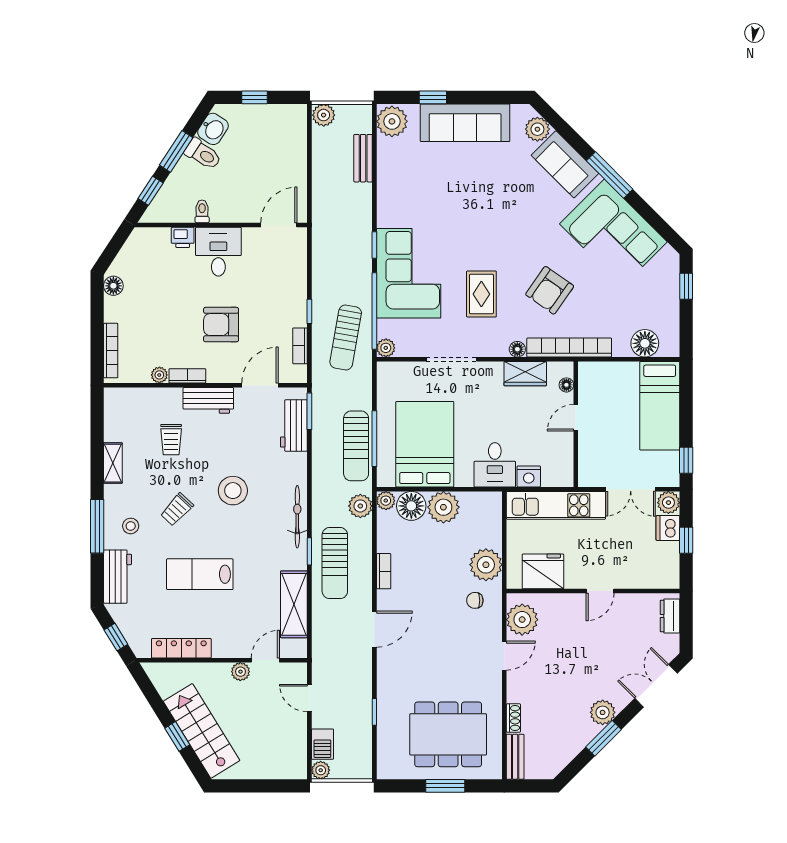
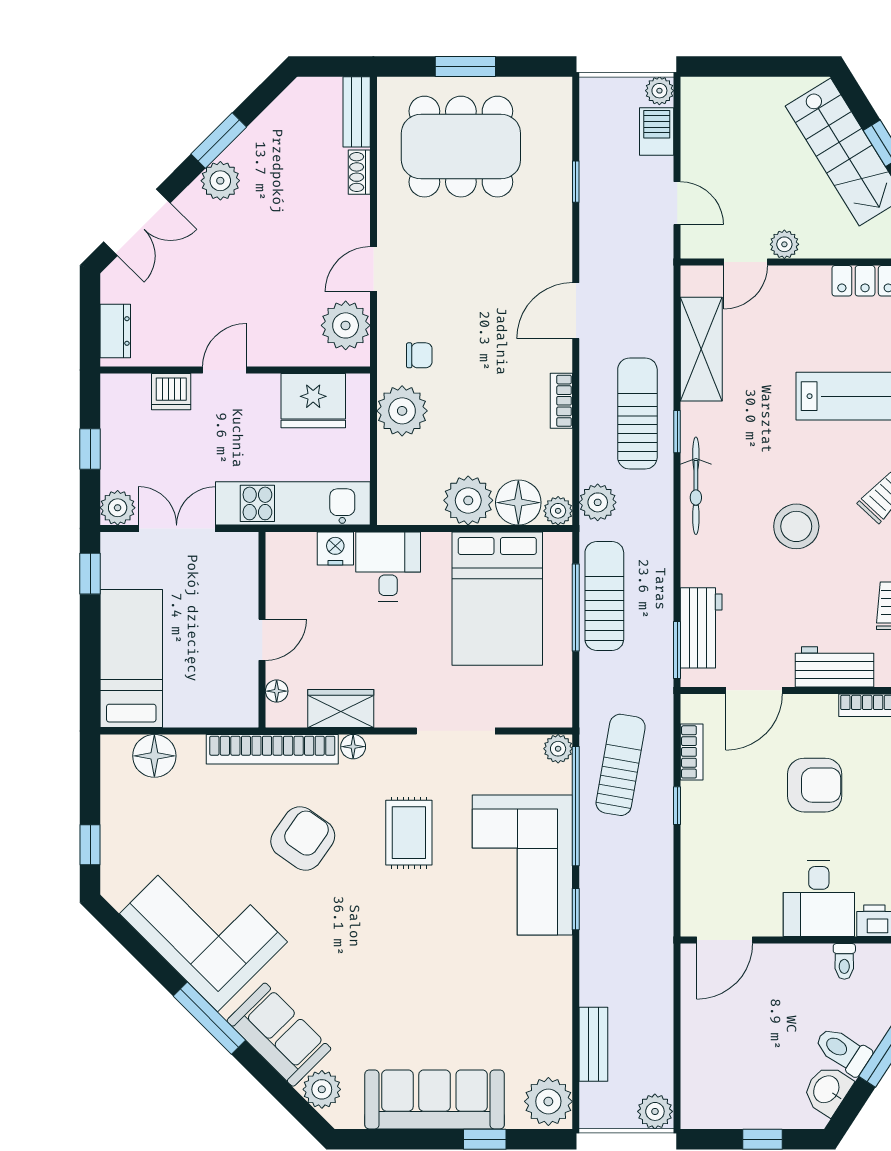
dishwasher: (668, 528) -> (171, 392), moved, turned 90

